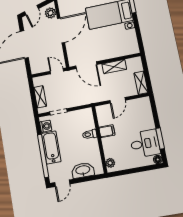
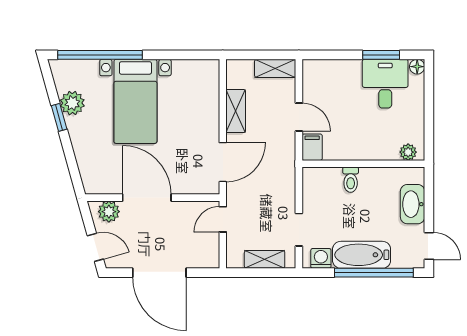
filing cabinet: (107, 131) -> (312, 147), moved

